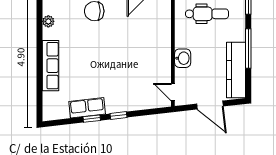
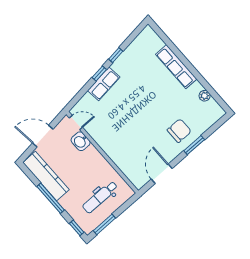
washbasin: (183, 58) -> (81, 141), moved
row of seats: (87, 108) -> (104, 84), moved

